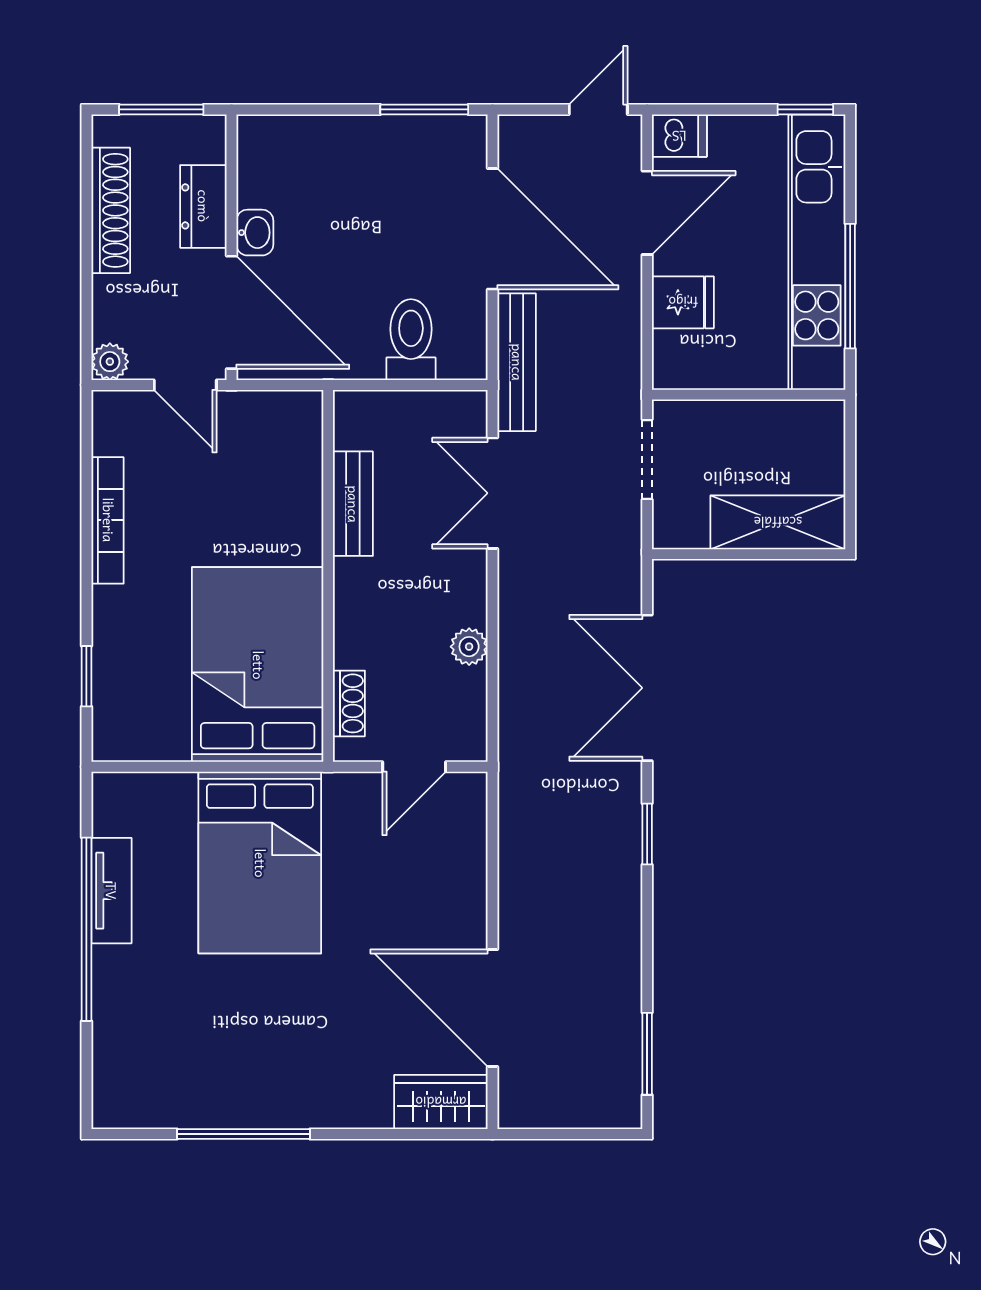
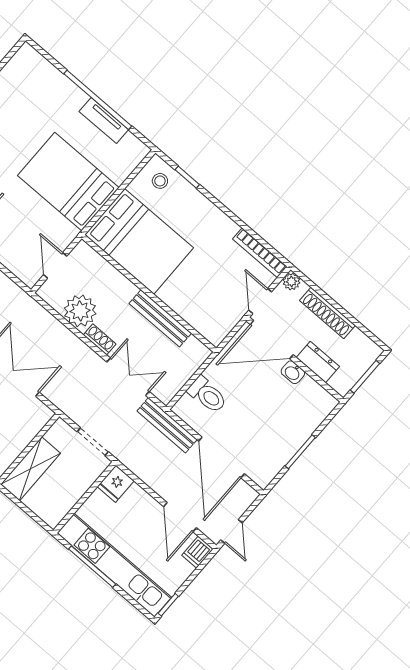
window: (424, 109) -> (300, 452), moved
shoe rack: (111, 210) -> (327, 313), moved
door: (492, 229) -> (222, 457), hinge flipped
fridge: (683, 302) -> (116, 484), moved
door: (185, 385) -> (260, 301), hinge flipped
bench: (353, 504) -> (160, 318), width x1.36
bookcase: (108, 520) -> (260, 253), moved
plant: (469, 647) -> (80, 311), width x1.88, depth x1.88
shoe rack: (349, 703) -> (100, 339), moved, turned 180
stool: (131, 715) -> (160, 181), added

